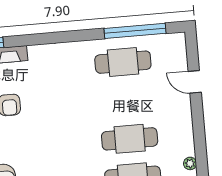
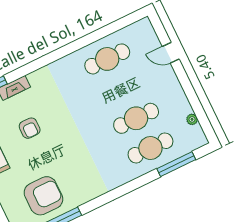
window: (135, 31) -> (107, 30), removed

